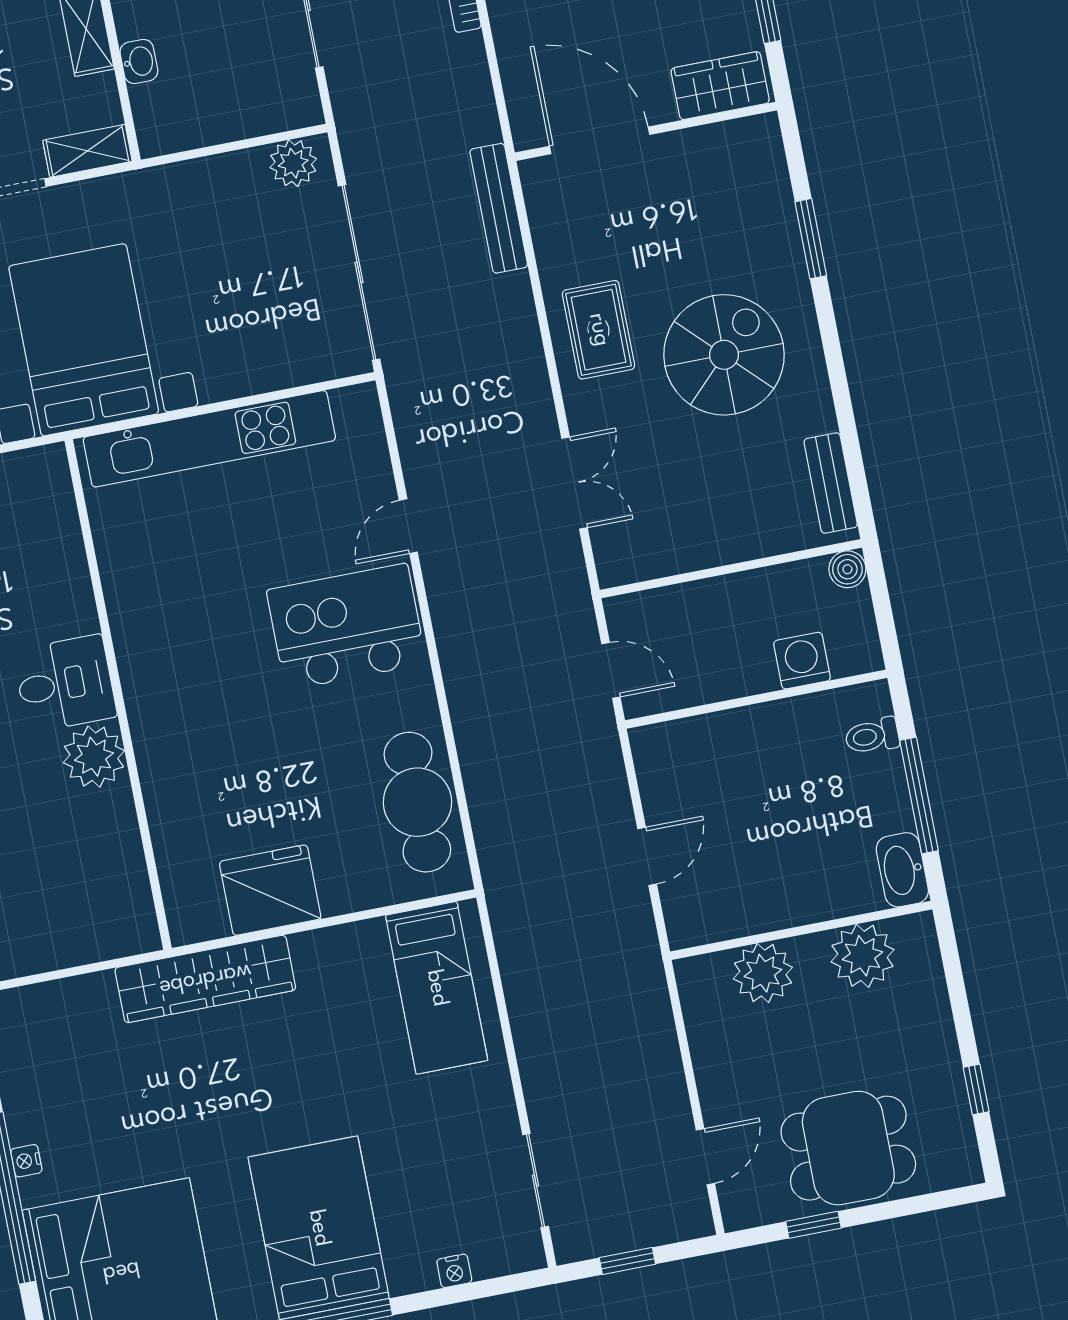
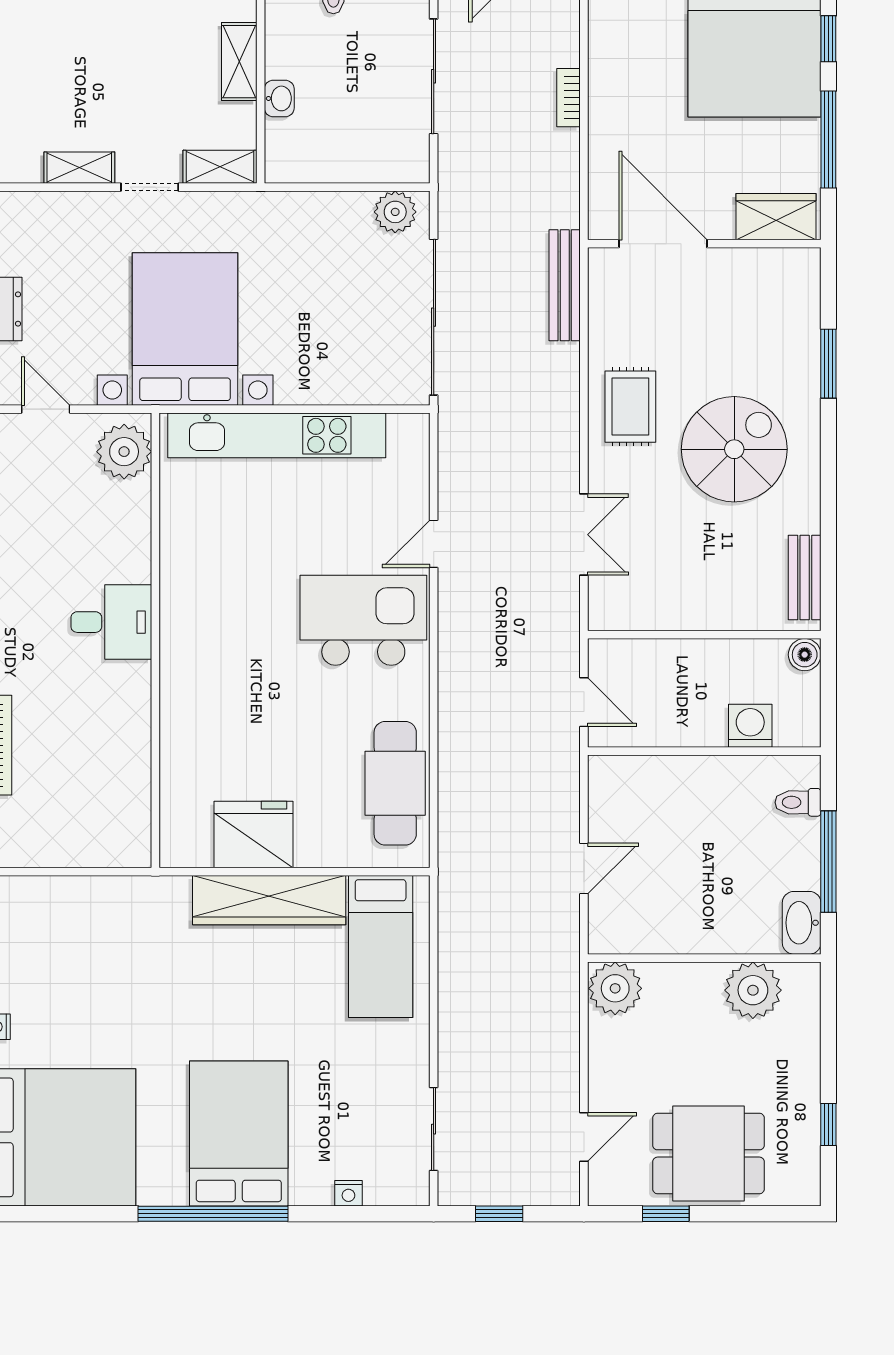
plant: (94, 757) -> (124, 452), moved
plant: (763, 973) -> (615, 988), moved
wardrobe: (205, 979) -> (269, 900), moved

